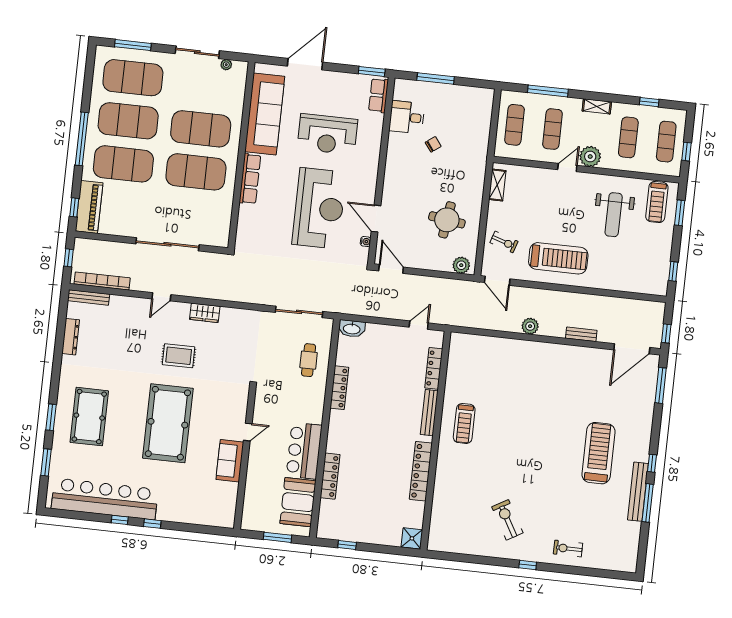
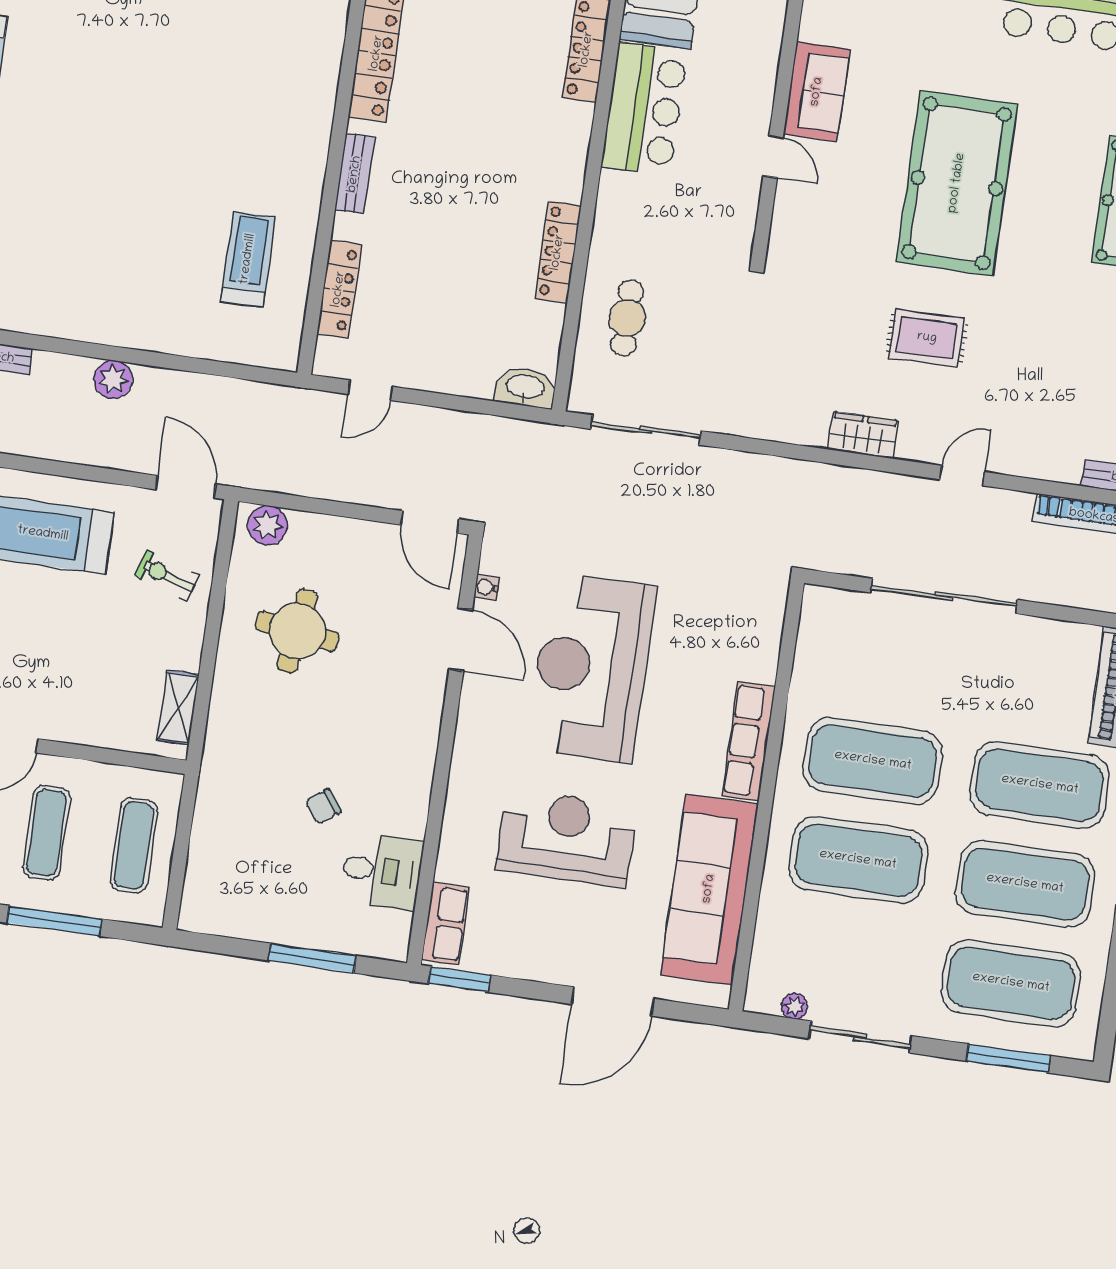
bench: (429, 413) -> (355, 174), width x0.73
treadmill: (464, 423) -> (248, 259), moved
door: (248, 432) -> (773, 157), swing flipped

